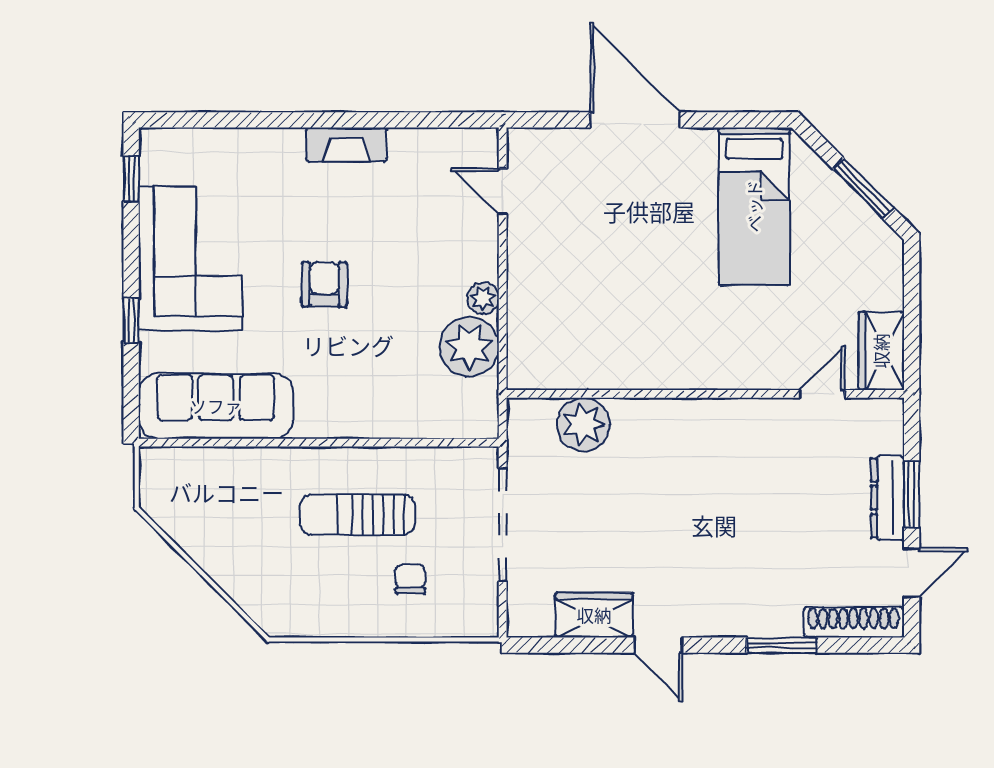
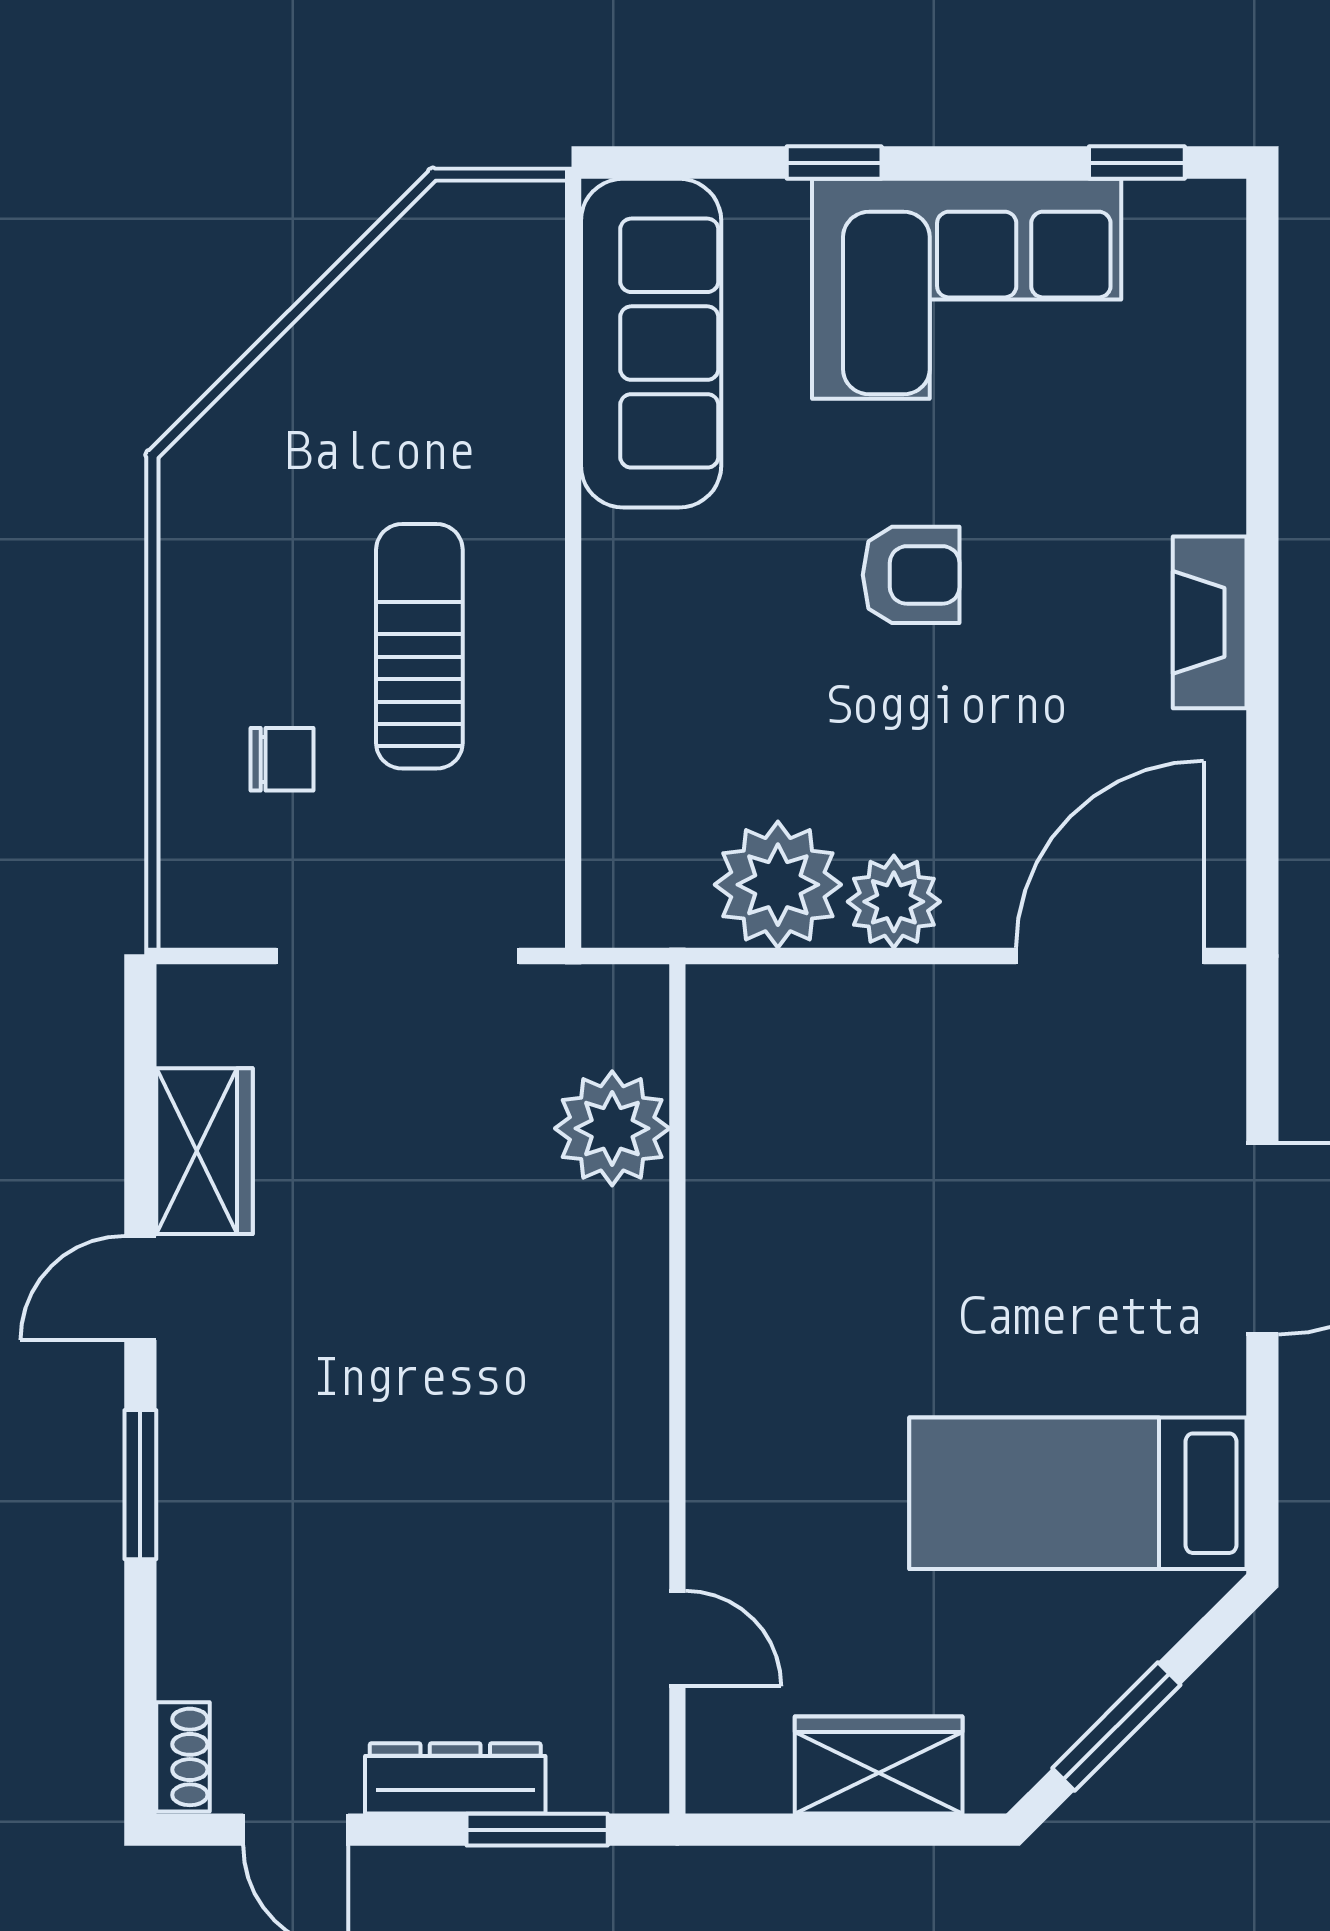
door: (503, 191) -> (1110, 956), width x1.87
plant: (483, 298) -> (894, 902), width x1.38, depth x1.38
wardrobe: (881, 351) -> (879, 1765), moved
window: (912, 494) -> (537, 1830), moved
shoe rack: (853, 622) -> (183, 1757), width x0.51, depth x0.81
window: (782, 645) -> (140, 1485), moved

